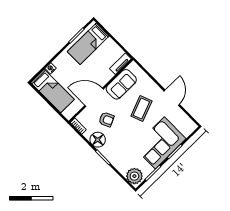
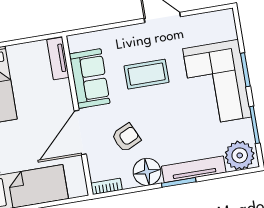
coffee table: (141, 109) -> (147, 74), turned -69
tv unit: (114, 160) -> (194, 169), added

